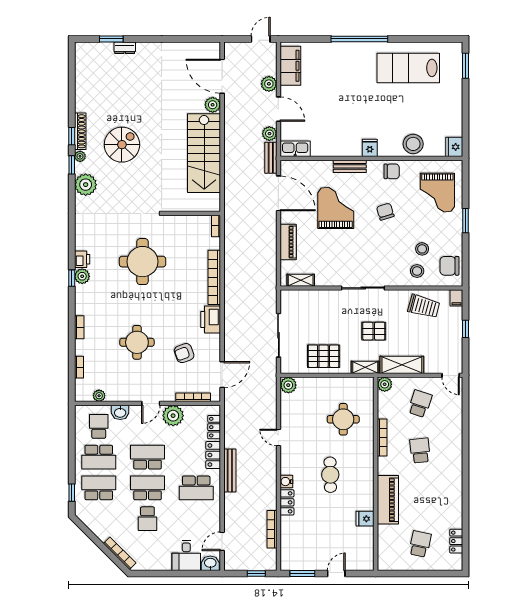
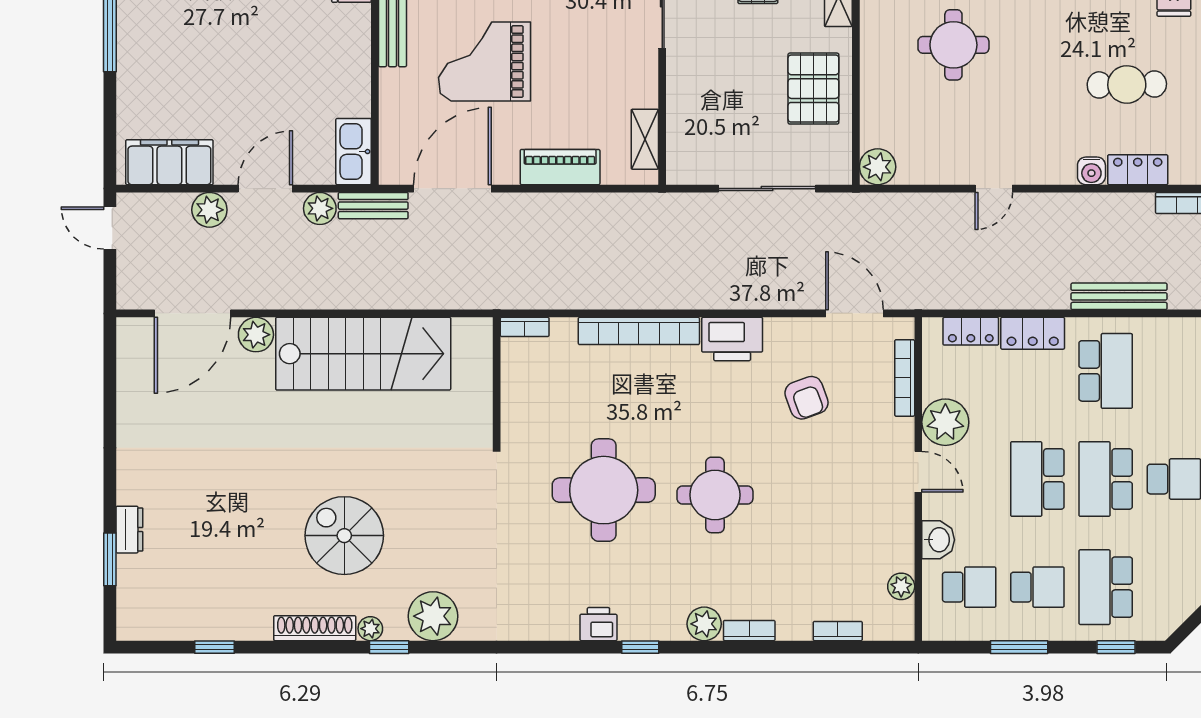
window: (72, 136) -> (215, 647), moved
plant: (82, 276) -> (704, 624), moved
round table: (137, 342) -> (715, 495), moved
school desk: (99, 426) -> (969, 587), turned 180
window: (72, 449) -> (1019, 647), added
school desk: (99, 457) -> (1037, 587), width x0.54
bench: (230, 470) -> (1119, 296), moved
cafe table: (330, 475) -> (1127, 84), moved

